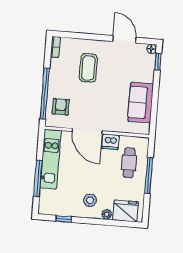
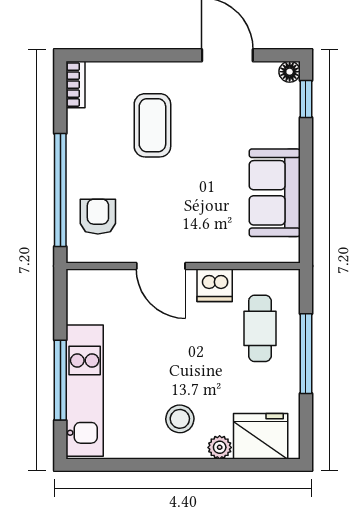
door: (87, 131) -> (161, 266), width x0.73
kitchen unit: (50, 159) -> (85, 391), moved
window: (64, 219) -> (124, 465), removed

